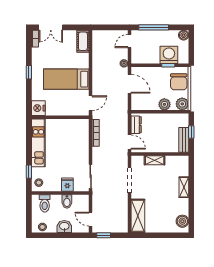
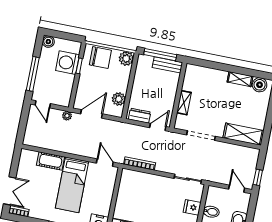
cot: (83, 41) -> (51, 161), moved
plant: (164, 104) -> (119, 99), moved
window: (191, 132) -> (160, 55), width x2.17
shelving: (184, 187) -> (240, 79), moved
door: (91, 219) -> (237, 189), swing flipped

